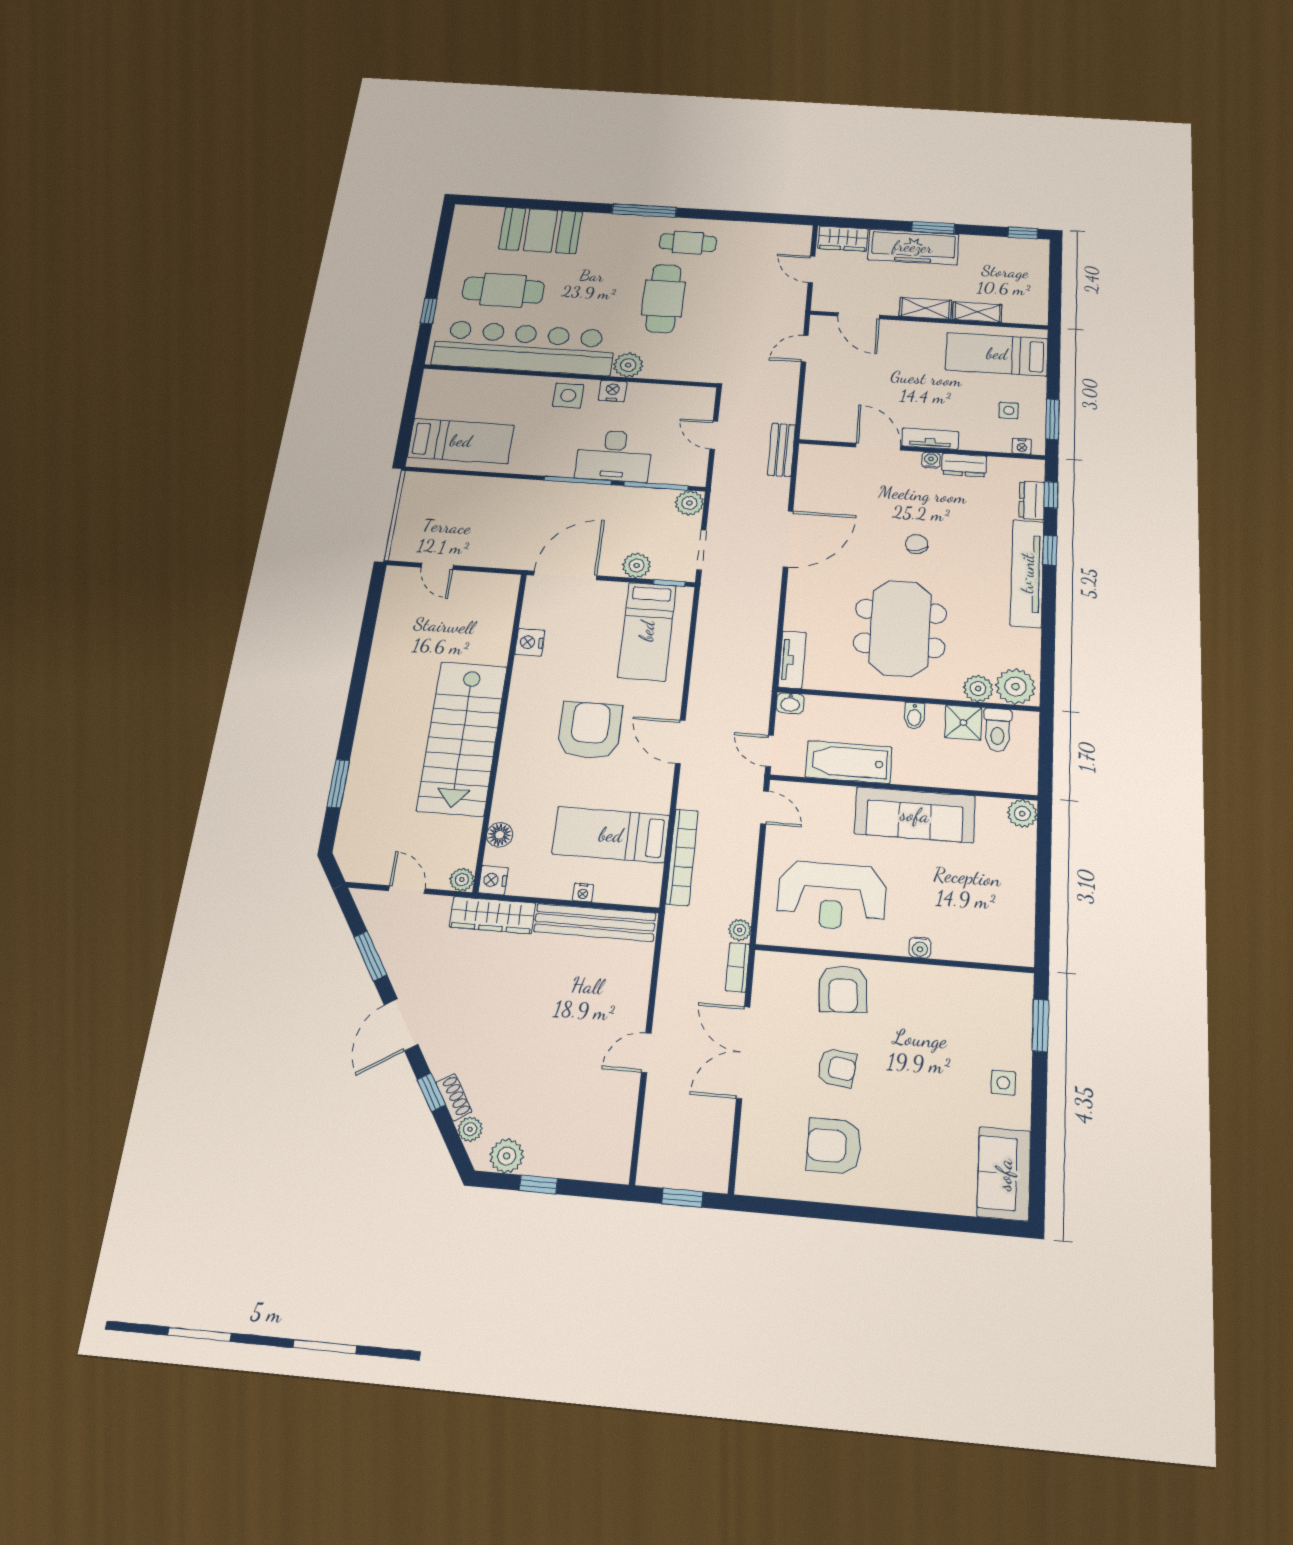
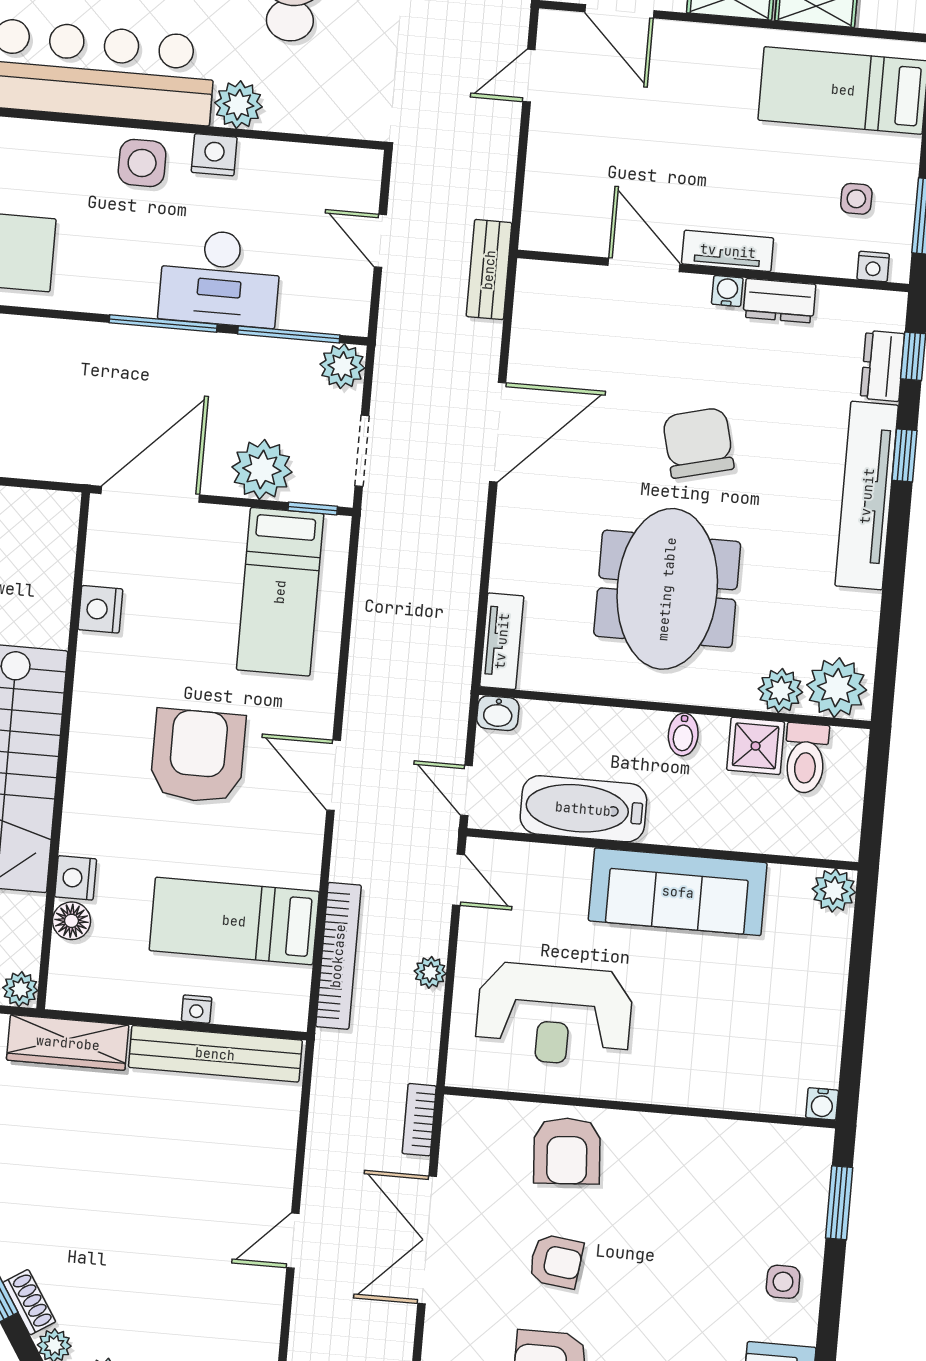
chair: (917, 544) -> (698, 443), width x1.87, depth x1.87
plant: (637, 565) -> (262, 469), width x1.36, depth x1.36
nightstand: (493, 880) -> (76, 878), moved
plant: (740, 930) -> (430, 972), moved
water cooler: (920, 947) -> (822, 1104), moved

